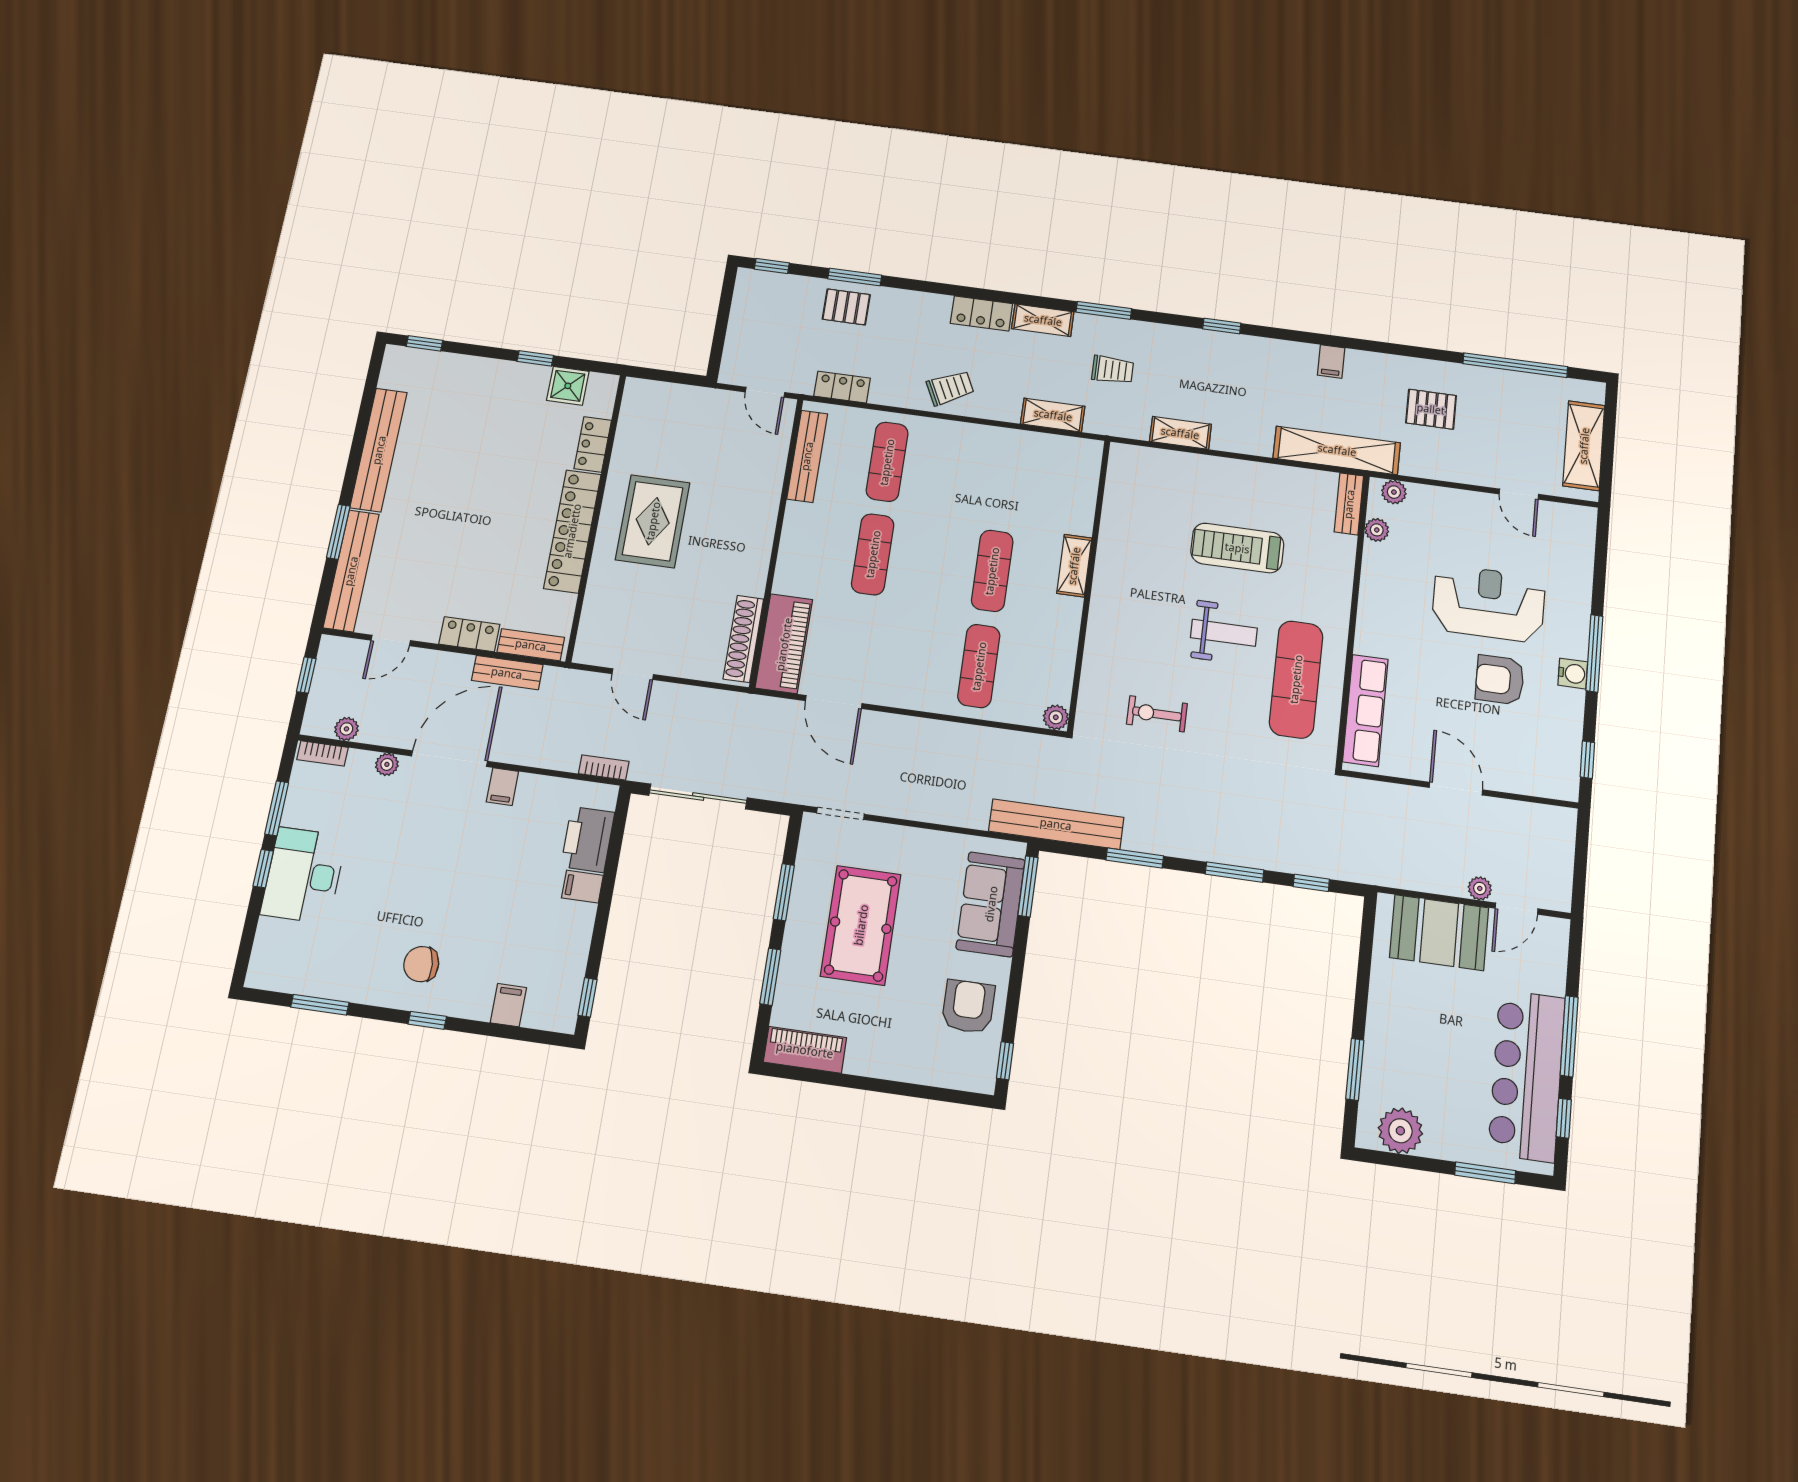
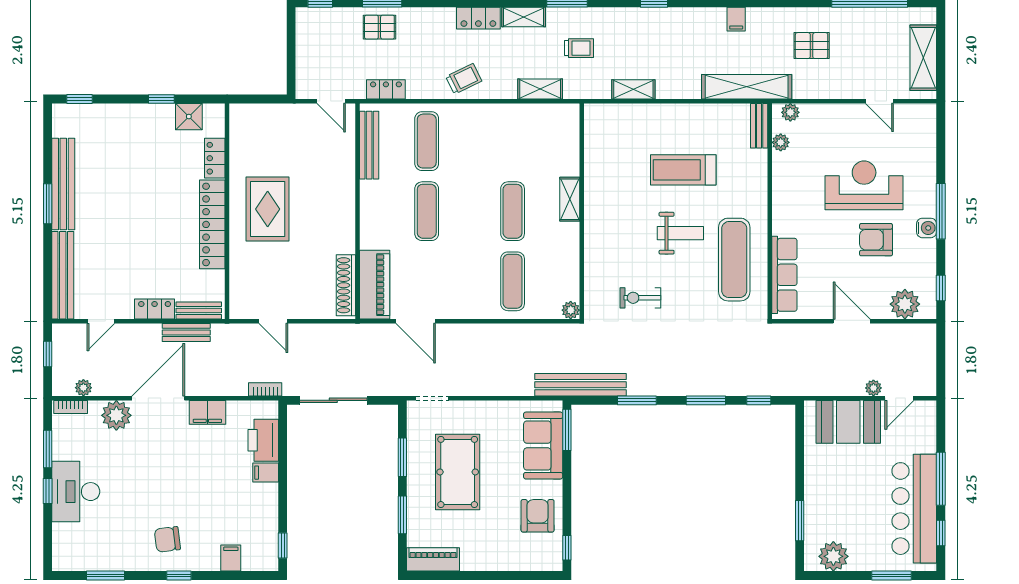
window: (338, 532) -> (48, 204), moved
plant: (387, 764) -> (116, 415), width x1.88, depth x1.88
plant: (1534, 775) -> (905, 304), added
filing cabinet: (502, 787) -> (207, 412), width x2.00

